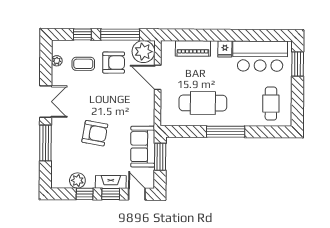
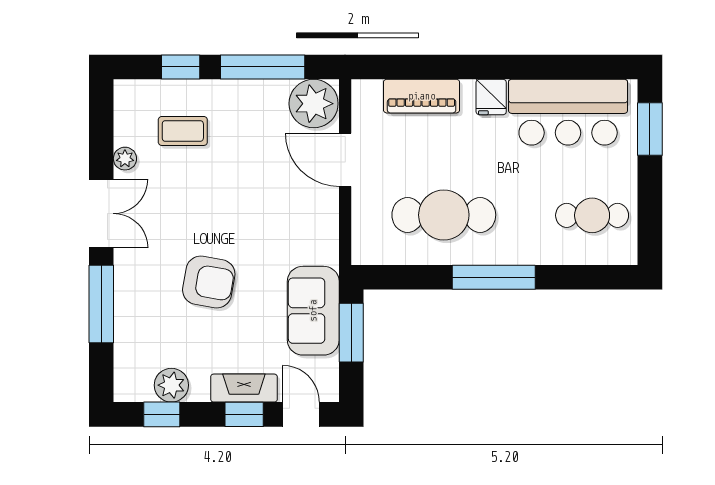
plant: (57, 61) -> (125, 159), moved
armchair: (114, 63) -> (249, 128), removed
cafe table: (271, 104) -> (592, 215), turned 90
window: (85, 194) -> (162, 414), moved

